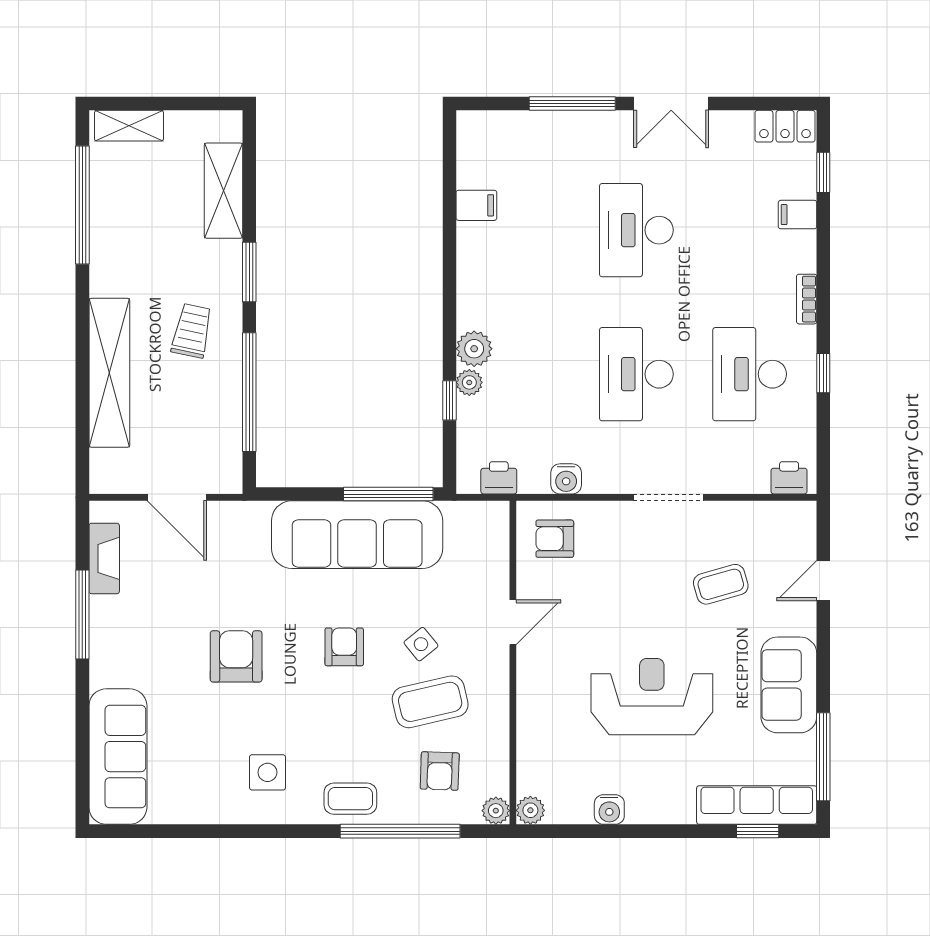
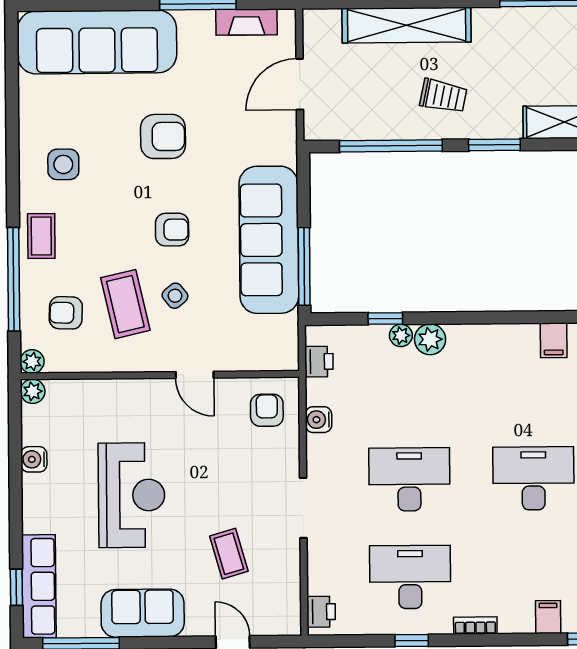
sofa: (118, 757) -> (97, 42), width x1.36, depth x1.27

